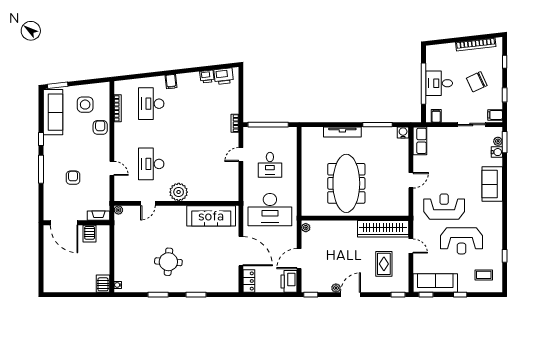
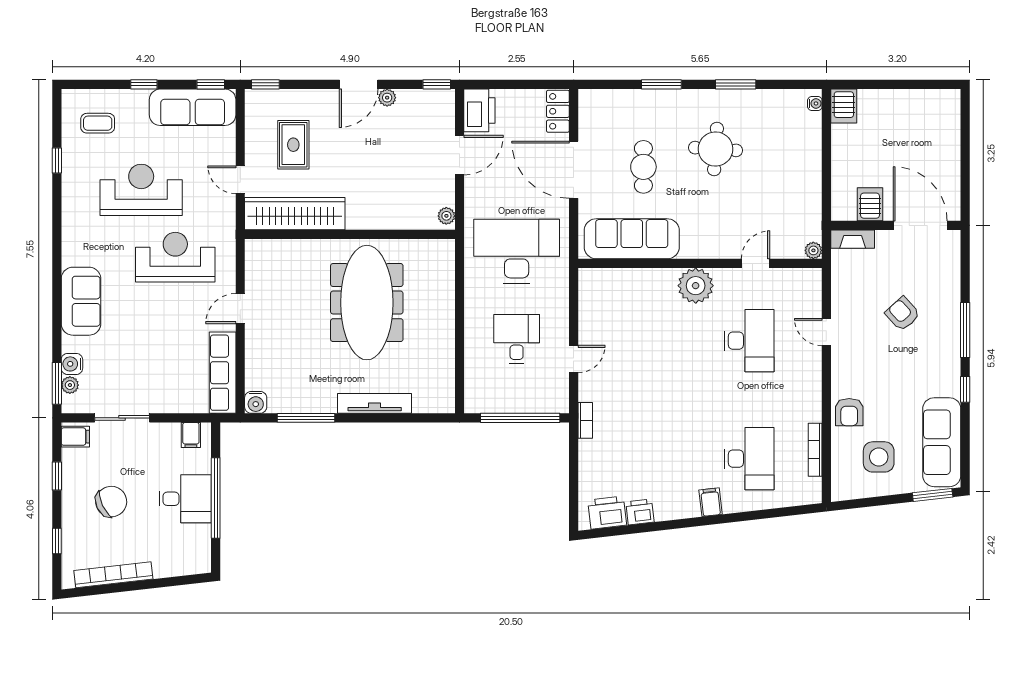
row of seats: (420, 141) -> (223, 373), width x1.48
armchair: (73, 178) -> (902, 314), turned 138
reception desk: (444, 207) -> (175, 257), turned 180
cafe table: (205, 253) -> (643, 167), added

